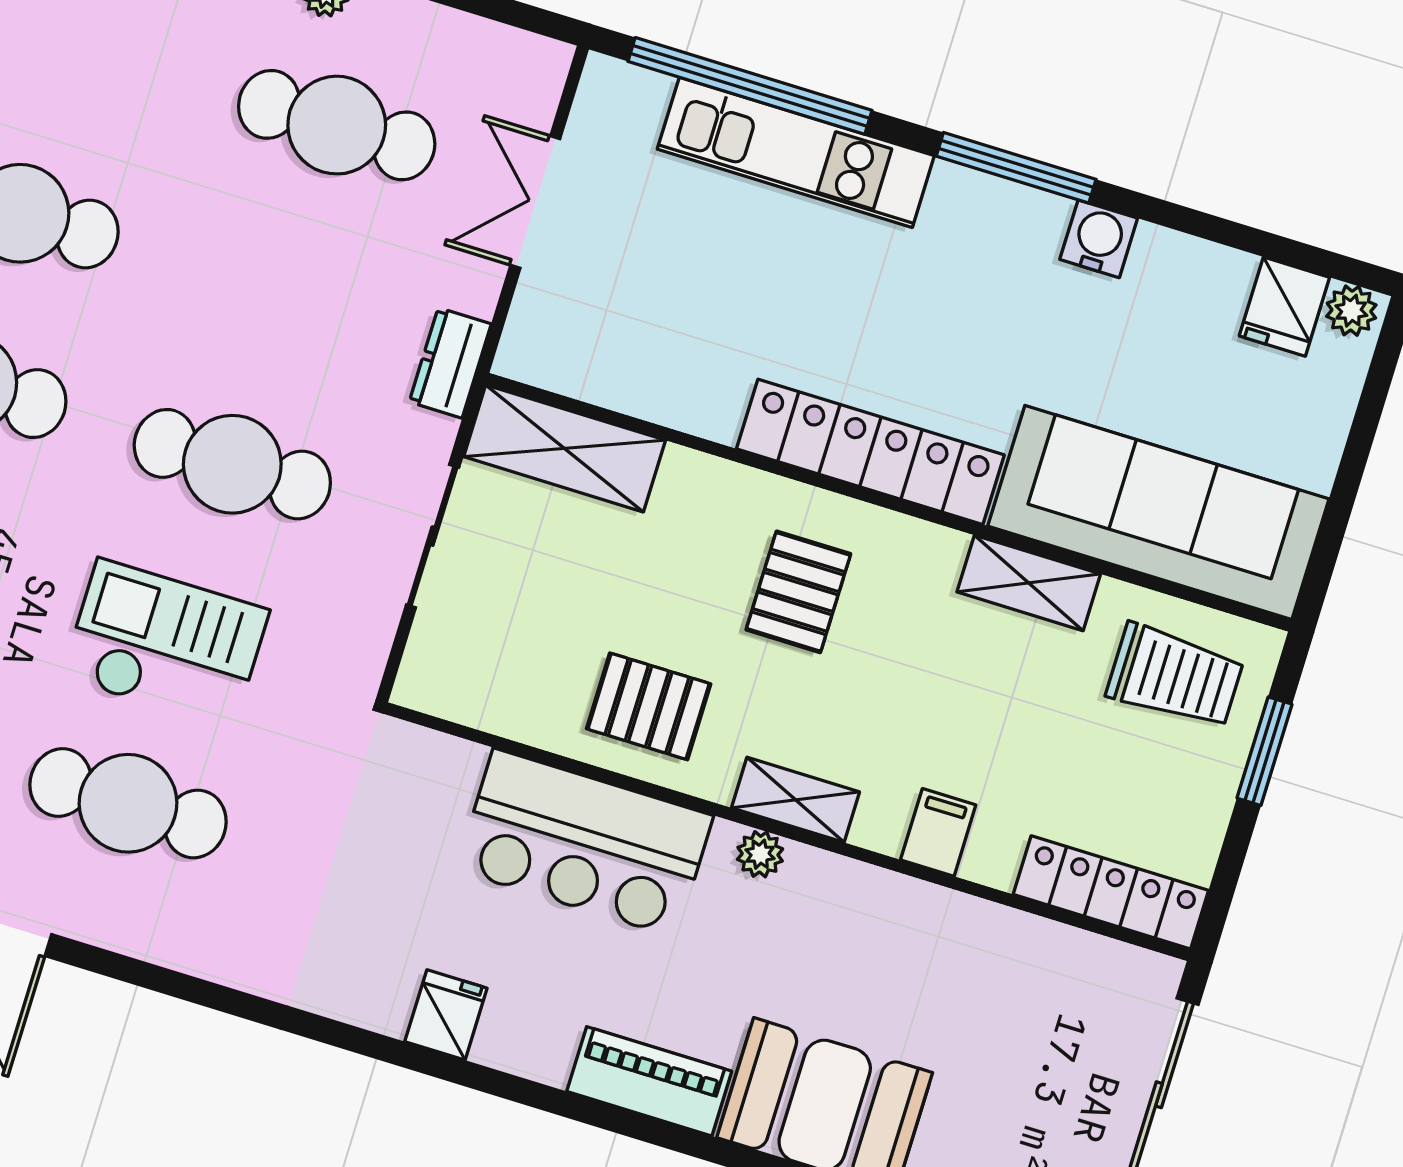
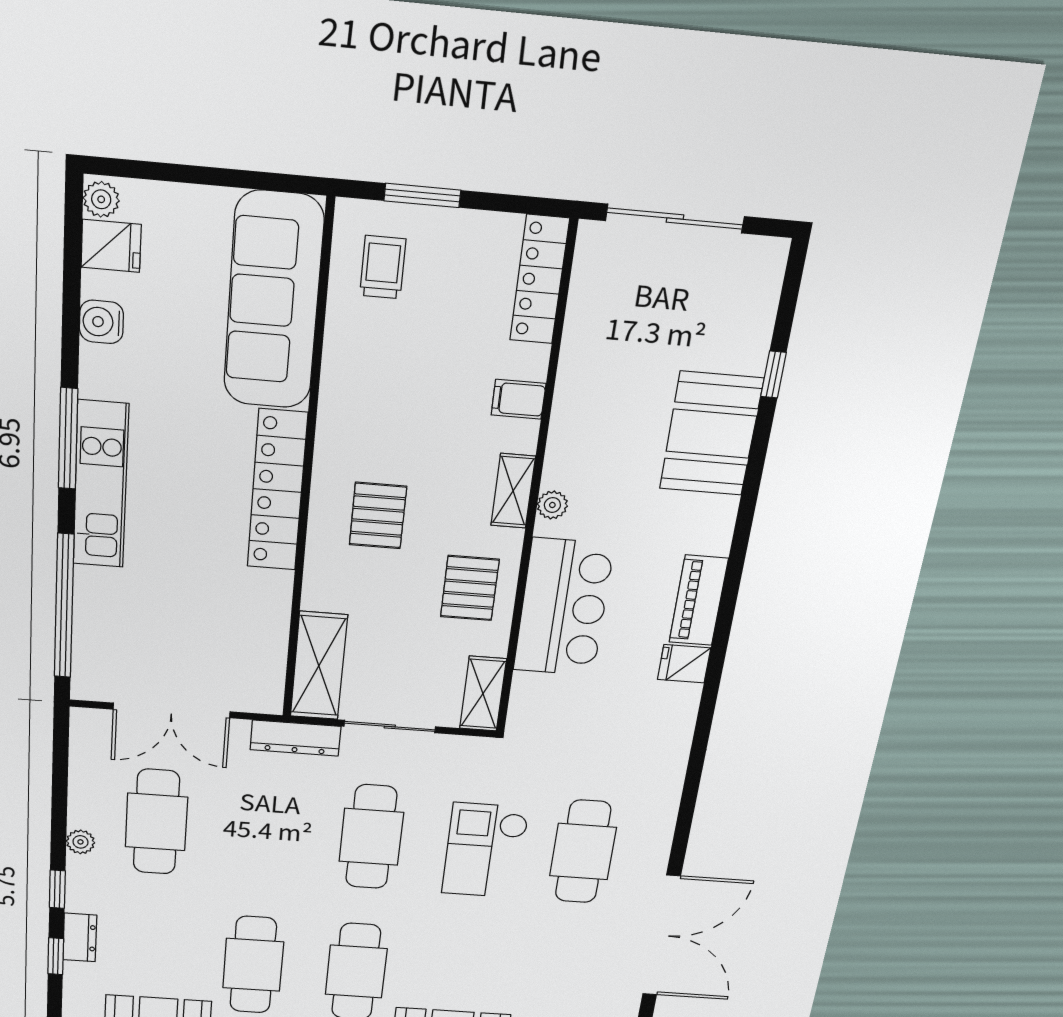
kitchen unit: (796, 152) -> (101, 485), moved
double door: (535, 202) -> (172, 710), width x1.37
water cooler: (1099, 239) -> (101, 322), moved
dresser: (450, 363) -> (296, 738), width x1.44
shelving: (1029, 583) -> (483, 694), moved
pallet: (798, 592) -> (378, 516), turned 90
trolley: (1175, 676) -> (383, 267), width x0.73, depth x0.72
piano: (649, 1081) -> (699, 600), moved

